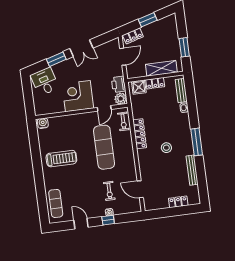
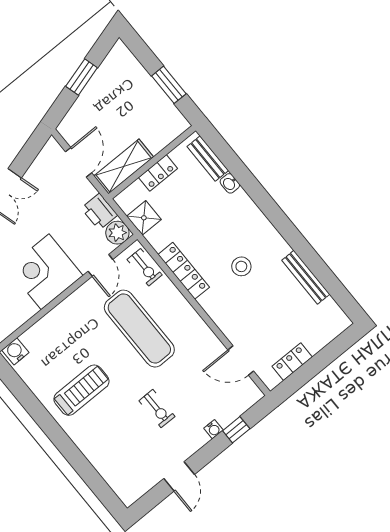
locker: (133, 36) -> (74, 118), removed
shelving: (161, 68) -> (124, 167), moved
shower: (139, 87) -> (144, 218), moved
window: (197, 142) -> (285, 227), removed
exercise bike: (109, 191) -> (157, 409), moved
locker: (178, 202) -> (292, 362), moved
exercise mat: (56, 203) -> (117, 469), removed
window: (108, 220) -> (236, 430), moved
door: (81, 224) -> (179, 476), swing flipped

